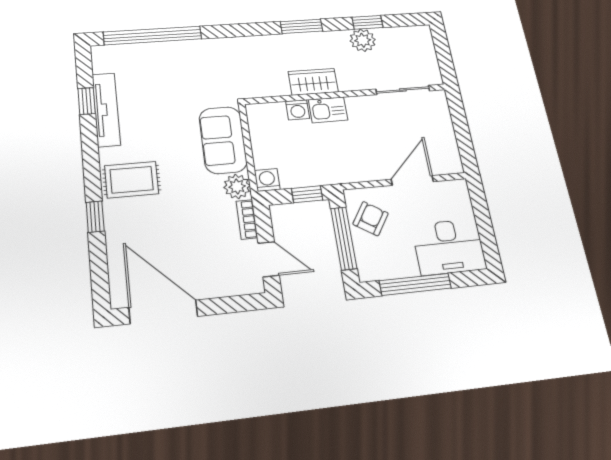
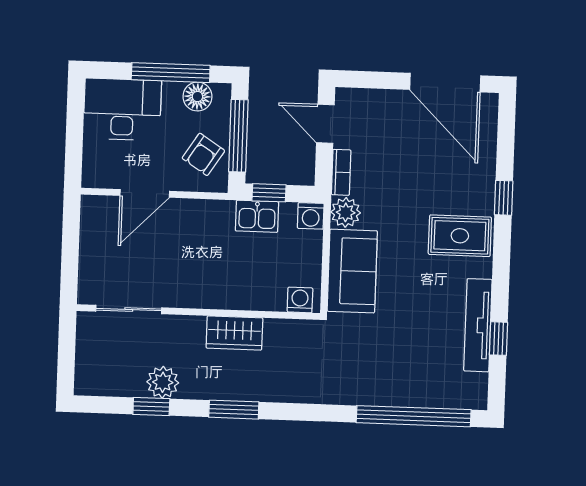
washing machine: (298, 110) -> (300, 300), moved
kitchen sink: (328, 110) -> (257, 216), moved, turned 180
floor lamp: (387, 267) -> (197, 97), added

